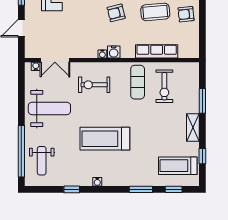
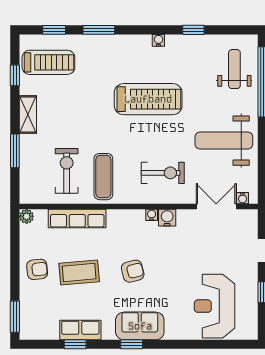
water cooler: (114, 52) -> (167, 218), moved
plant: (194, 53) -> (27, 216), added

